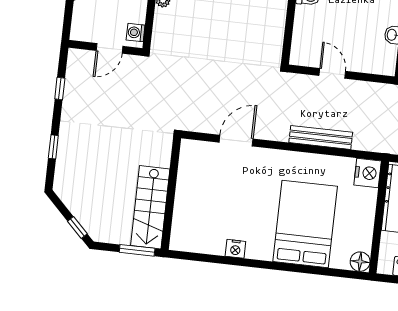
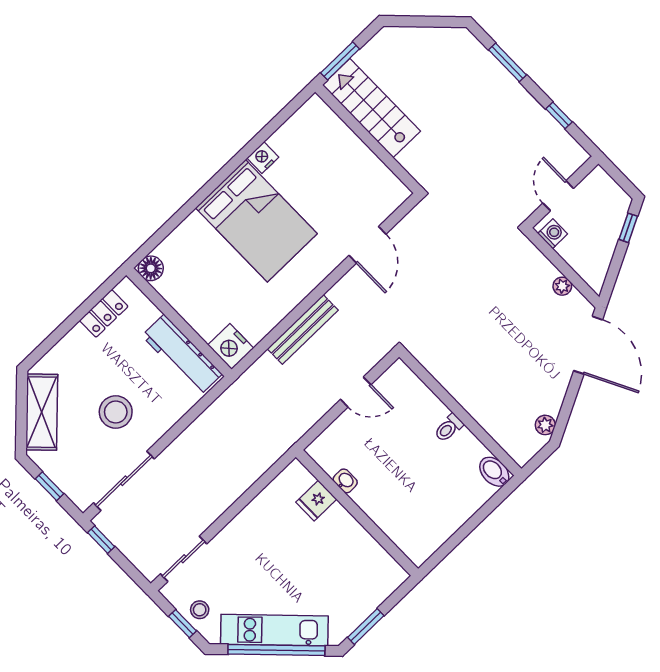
window: (53, 147) -> (508, 62), width x1.50
bed: (305, 224) -> (256, 221), moved
window: (77, 227) -> (410, 21), removed

